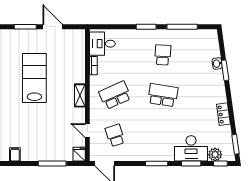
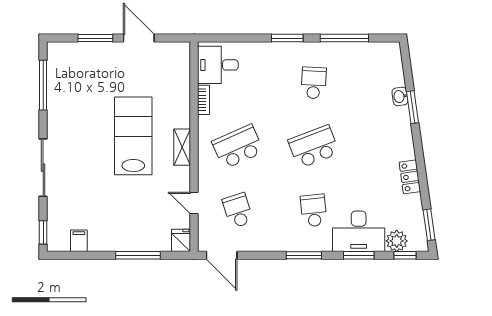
lab bench: (34, 78) -> (133, 136), moved
school desk: (163, 95) -> (314, 147), turned -30
school desk: (163, 135) -> (314, 211), added

